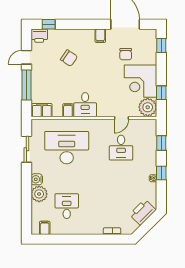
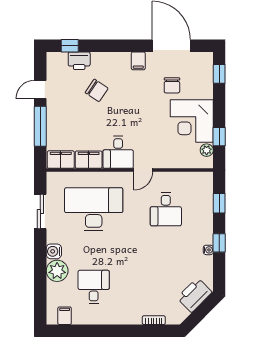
printer: (39, 36) -> (79, 61), moved
plant: (148, 107) -> (207, 150), width x0.53, depth x0.53
filing cabinet: (68, 110) -> (89, 160), width x2.00
door: (122, 118) -> (143, 170), moved

